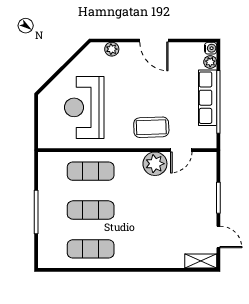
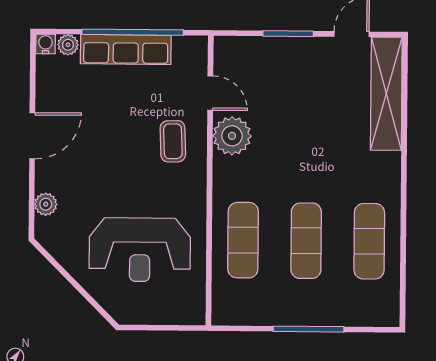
coffee table: (151, 127) -> (173, 141), width x0.73, depth x0.77
shelving: (201, 261) -> (386, 94), width x2.20, depth x1.33

